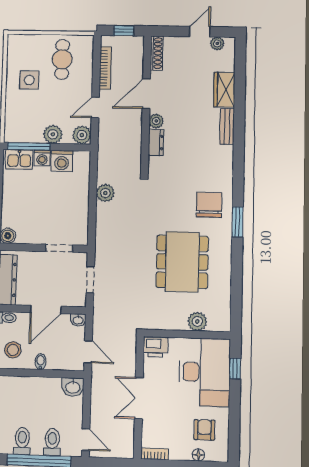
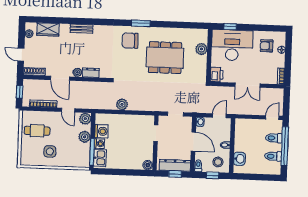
door: (200, 32) -> (21, 55), moved
wardrobe: (224, 90) -> (48, 29), moved
washbasin: (73, 387) -> (239, 159), moved

